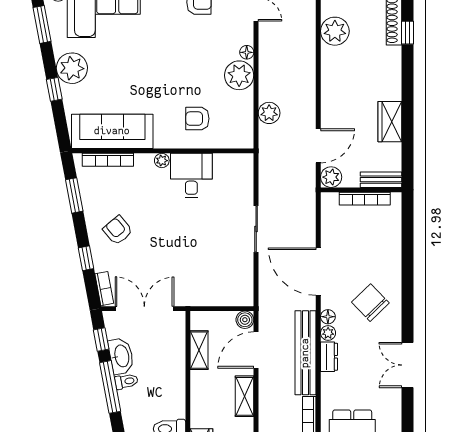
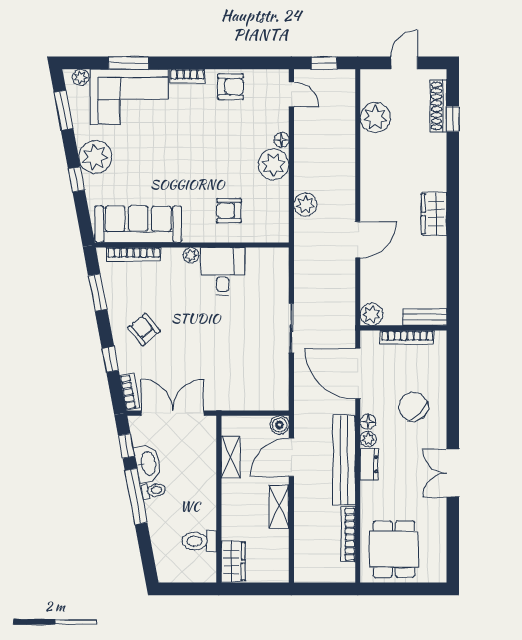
plant: (331, 177) -> (371, 314), moved
bench: (381, 180) -> (425, 317), moved
wall: (361, 190) -> (403, 328), moved
bookcase: (365, 199) -> (407, 337), moved

